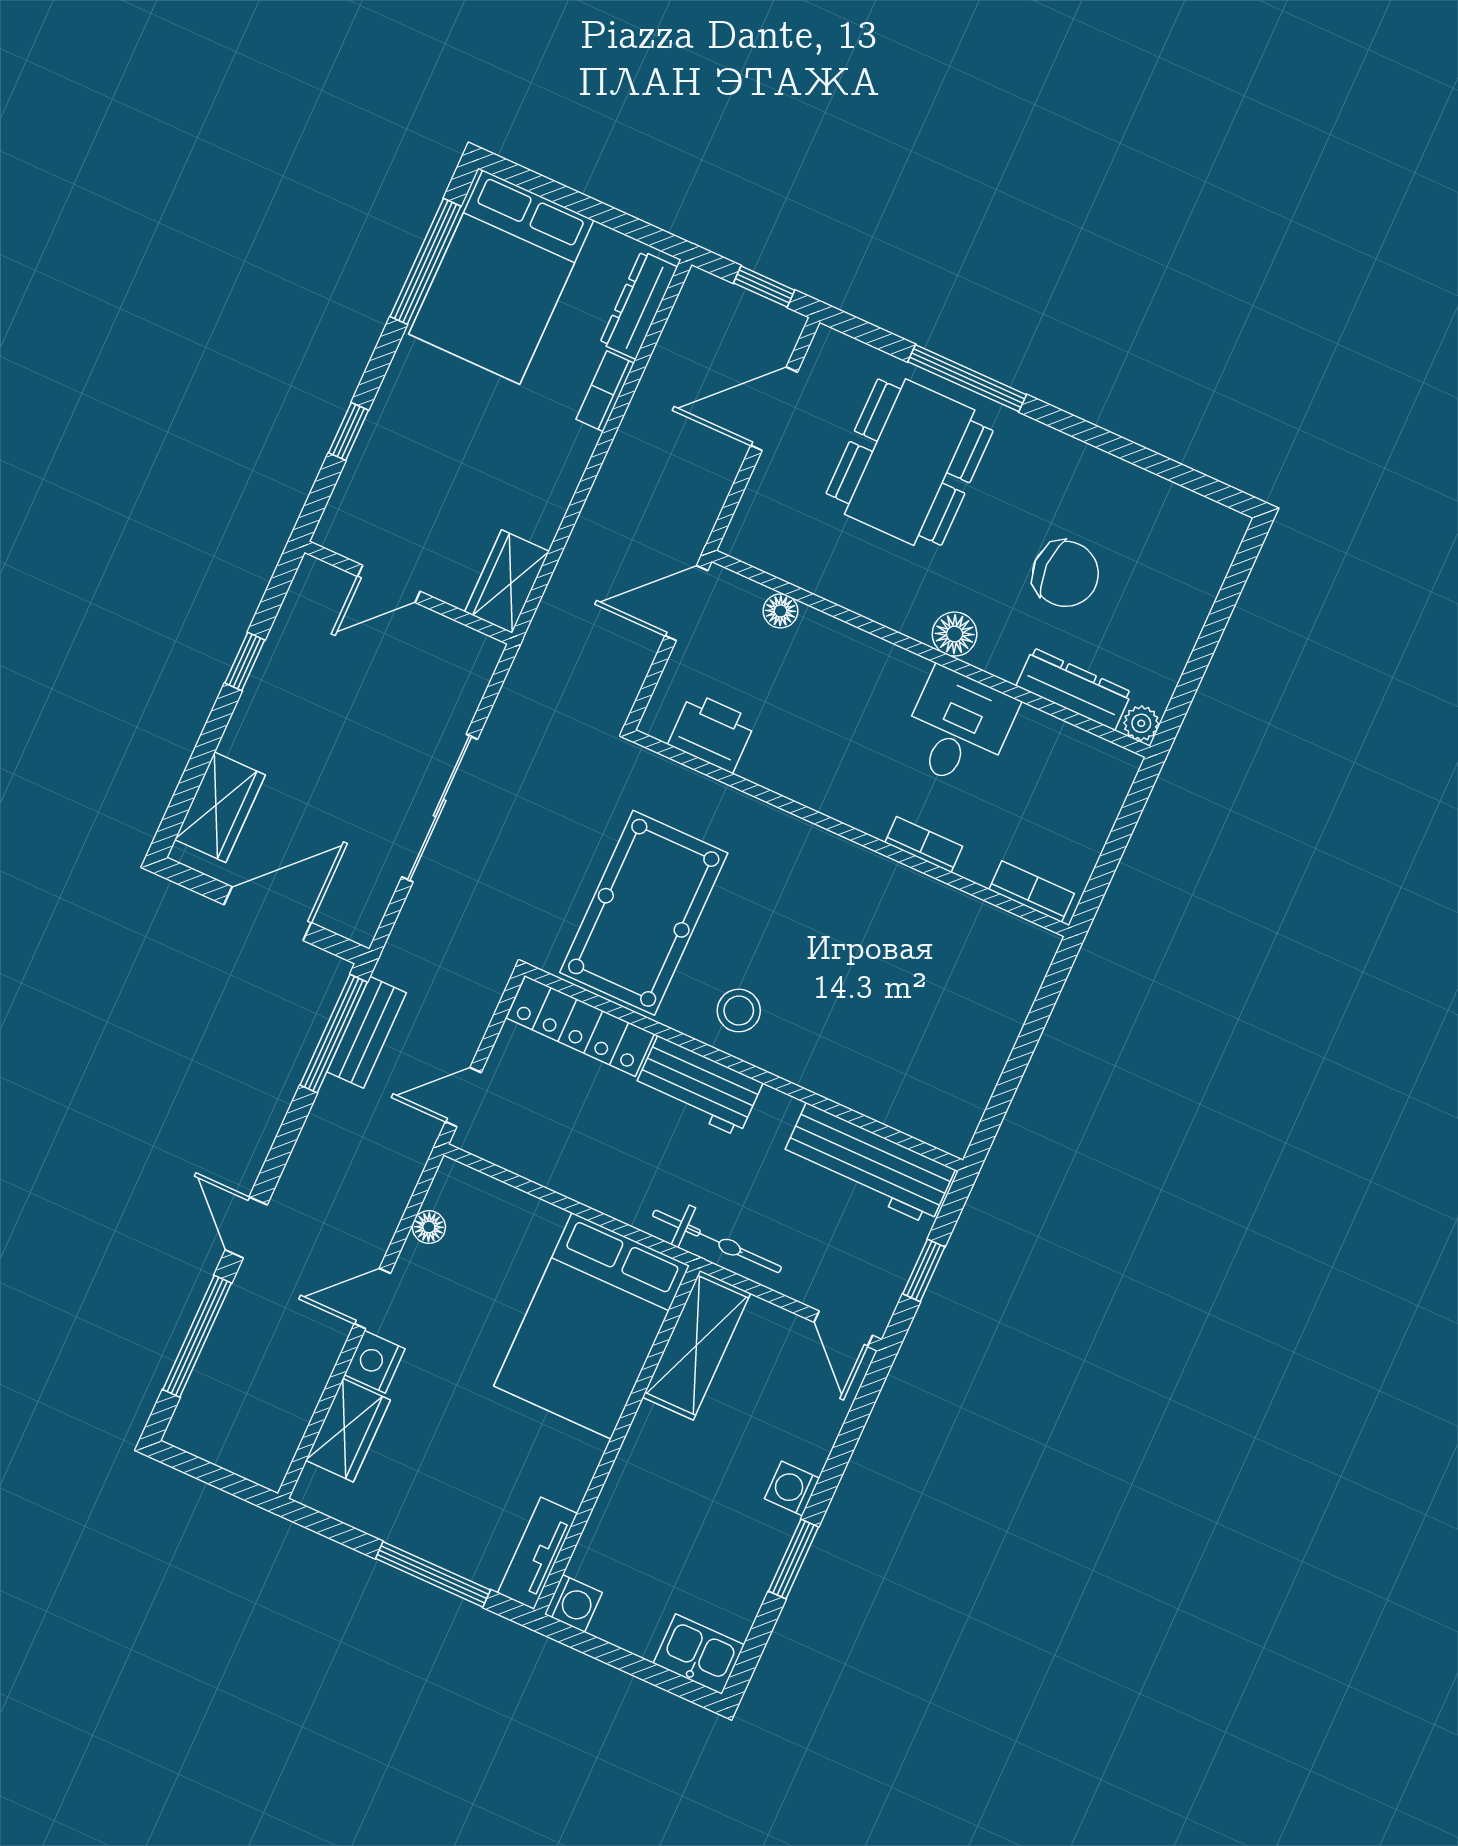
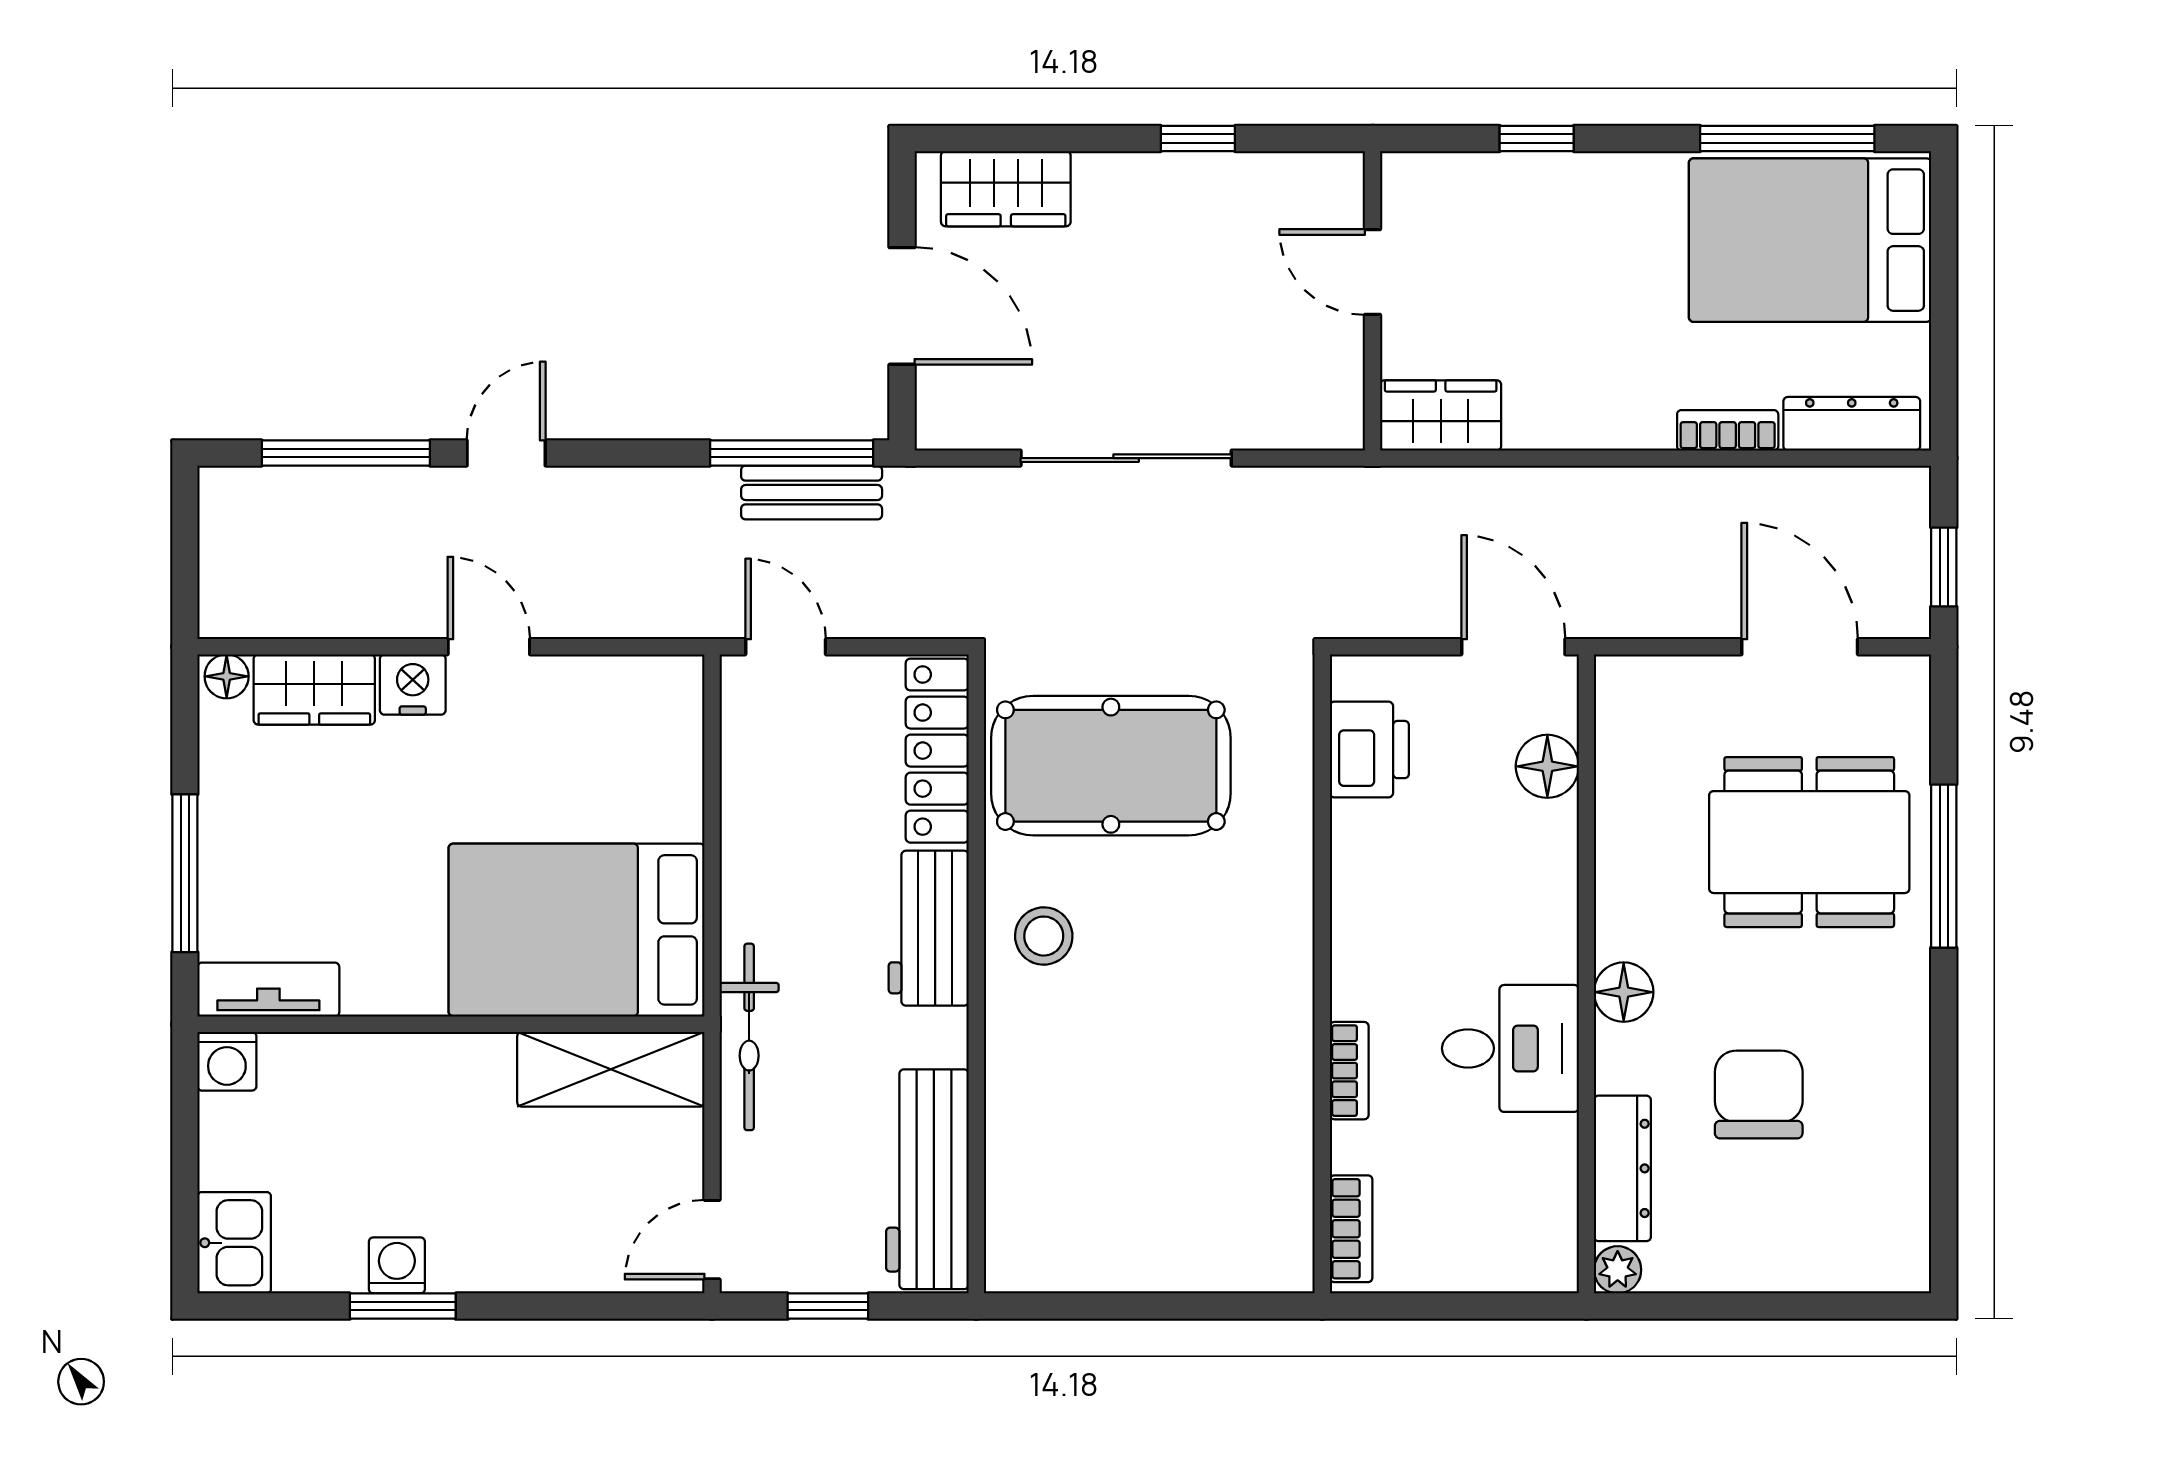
chair: (1065, 574) -> (1759, 1094), turned 180
floor lamp: (781, 611) -> (1547, 766), width x1.37, depth x1.37
floor lamp: (429, 1227) -> (227, 676), moved
washing machine: (792, 1489) -> (397, 1265), moved

